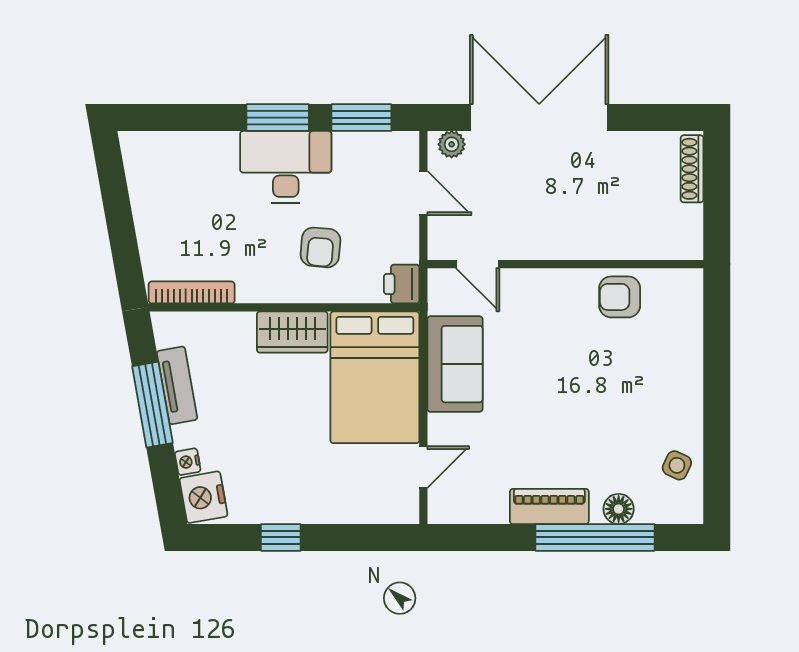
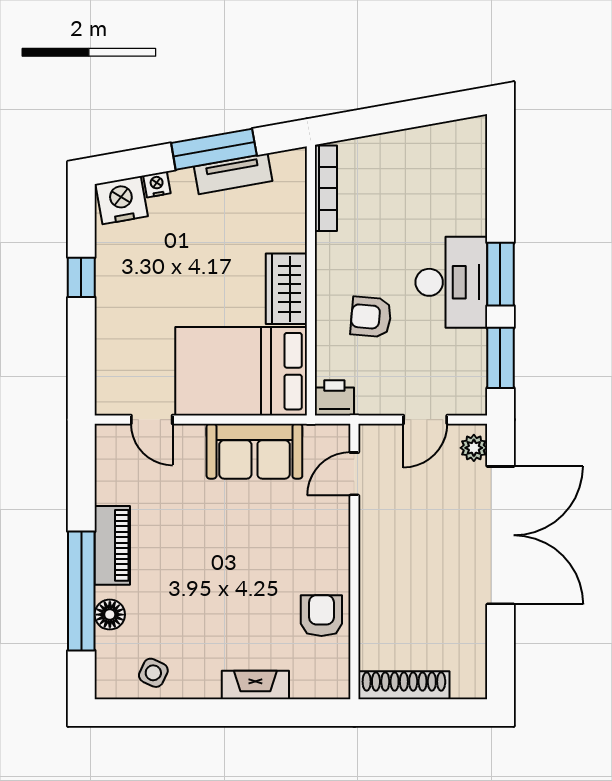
shoe rack: (692, 169) -> (404, 685), moved, width x1.36, depth x1.24
fireplace: (689, 363) -> (255, 685), added

